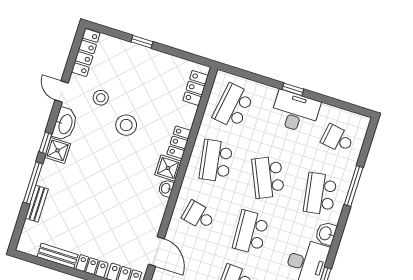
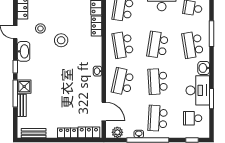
locker: (179, 142) -> (97, 26), moved
shower: (58, 150) -> (24, 87), moved
shower: (168, 168) -> (95, 58), removed
school desk: (268, 177) -> (158, 45), turned 33
school desk: (199, 216) -> (123, 82), width x1.85
bench: (58, 256) -> (34, 133), moved

